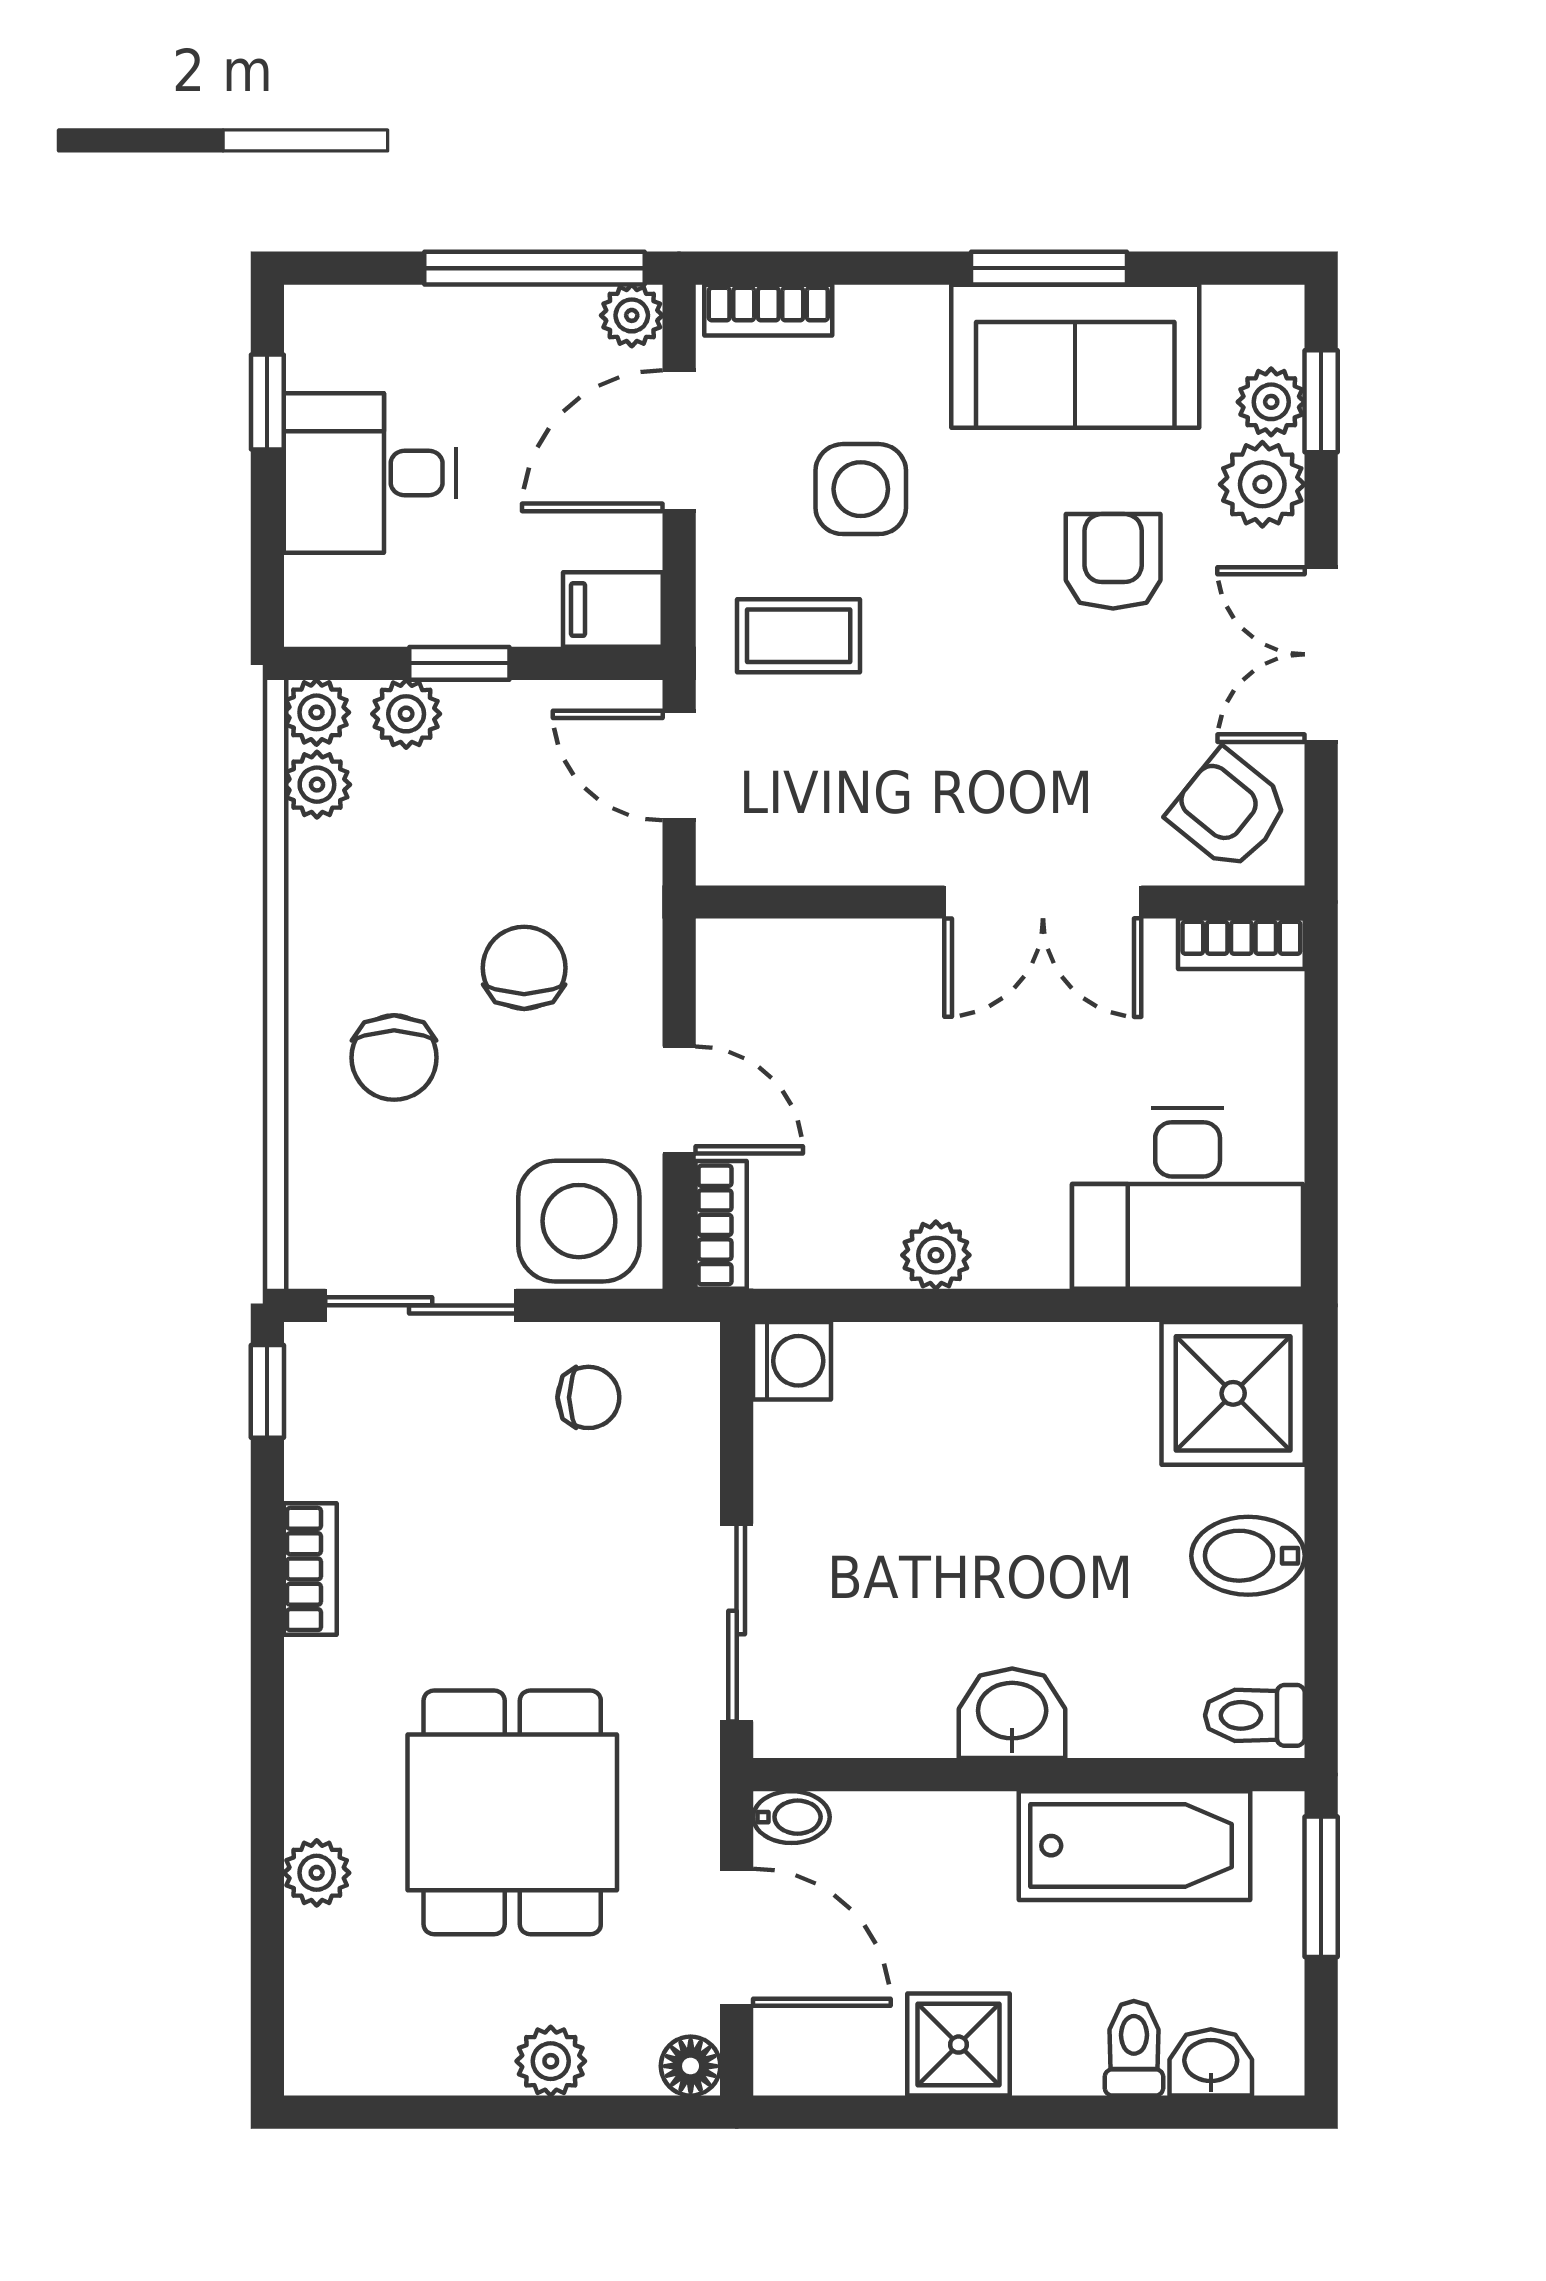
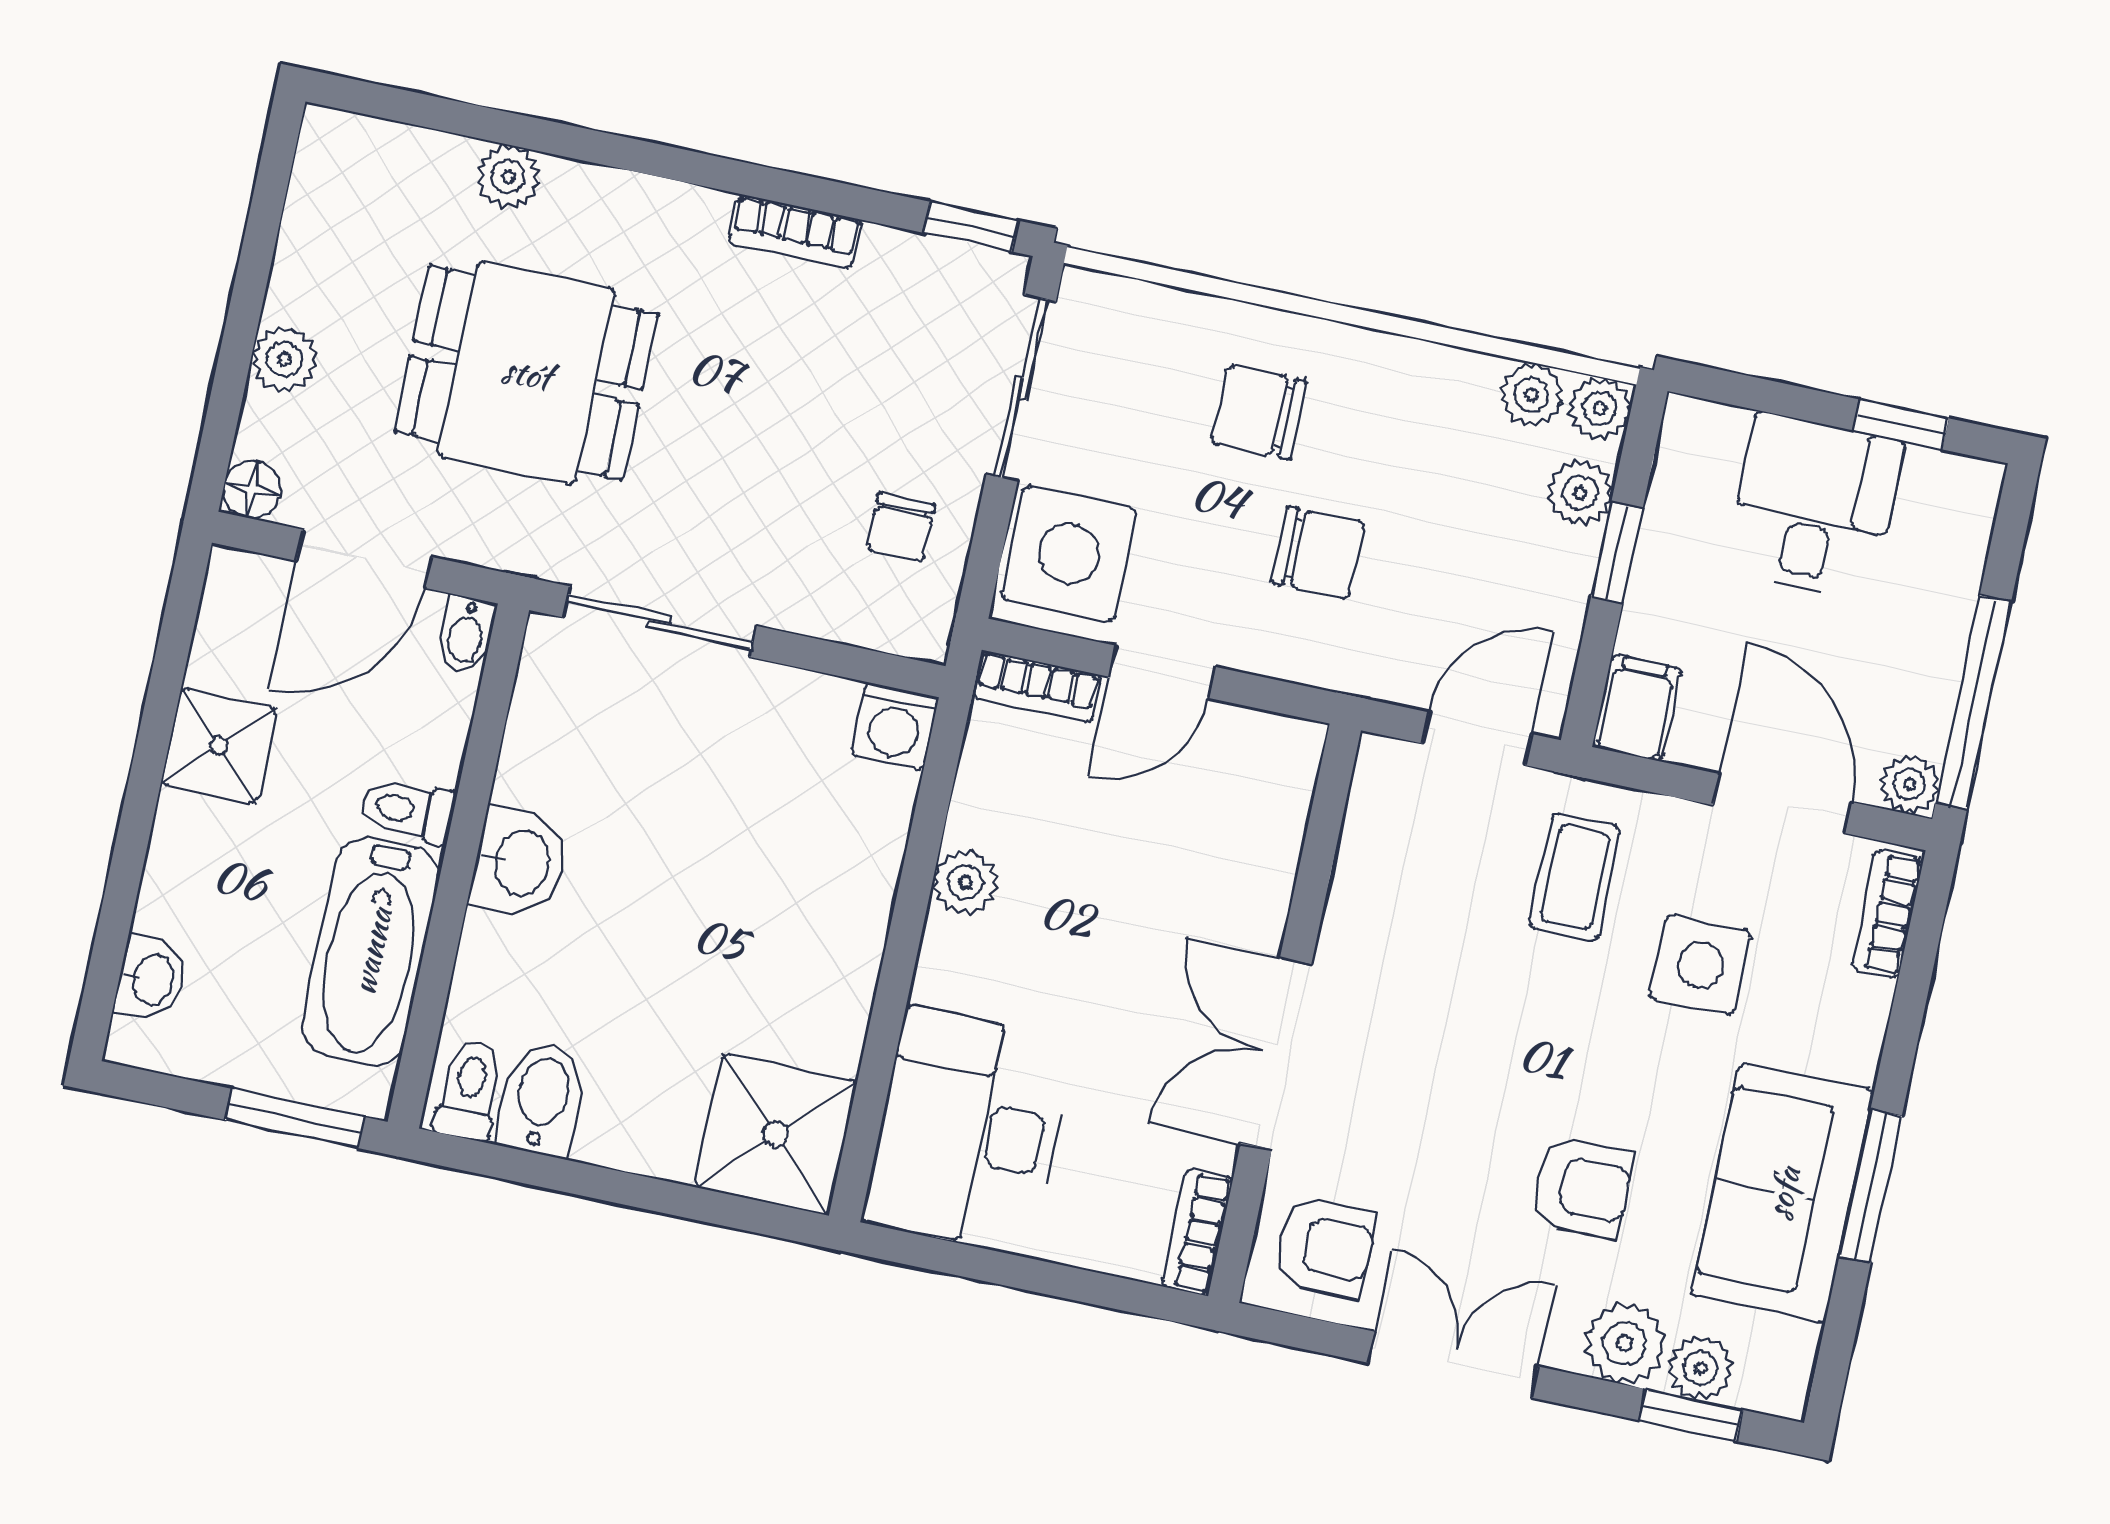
armchair: (1229, 810) -> (1325, 1247), turned 51
bidet: (1248, 1556) -> (542, 1099), moved
toilet: (1134, 2048) -> (407, 810), moved, turned 180

